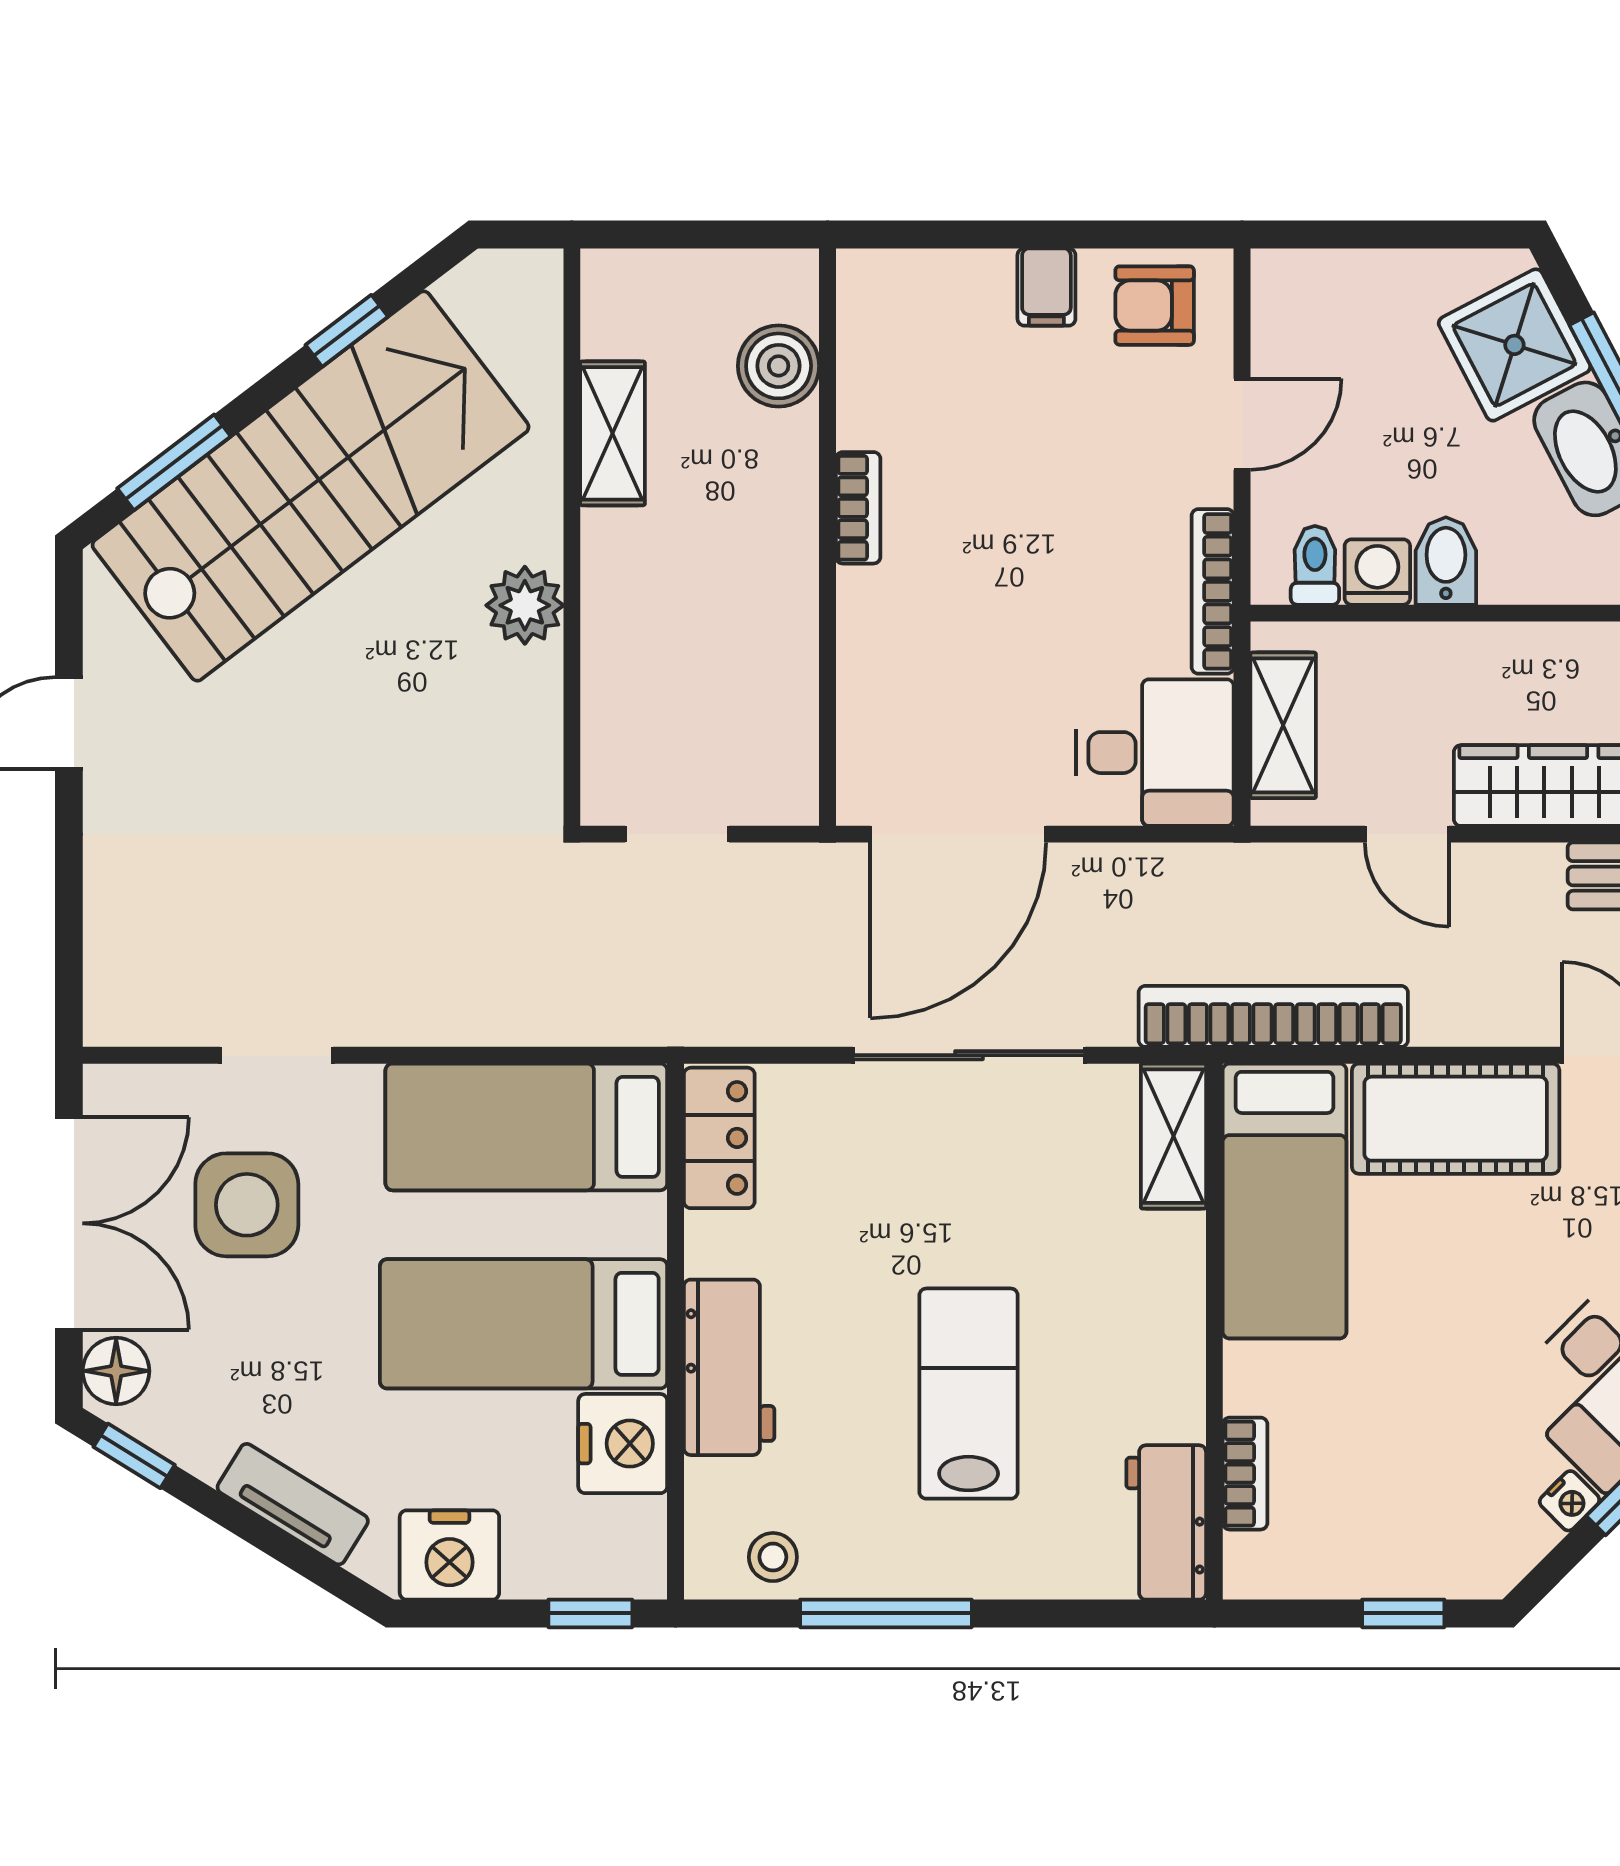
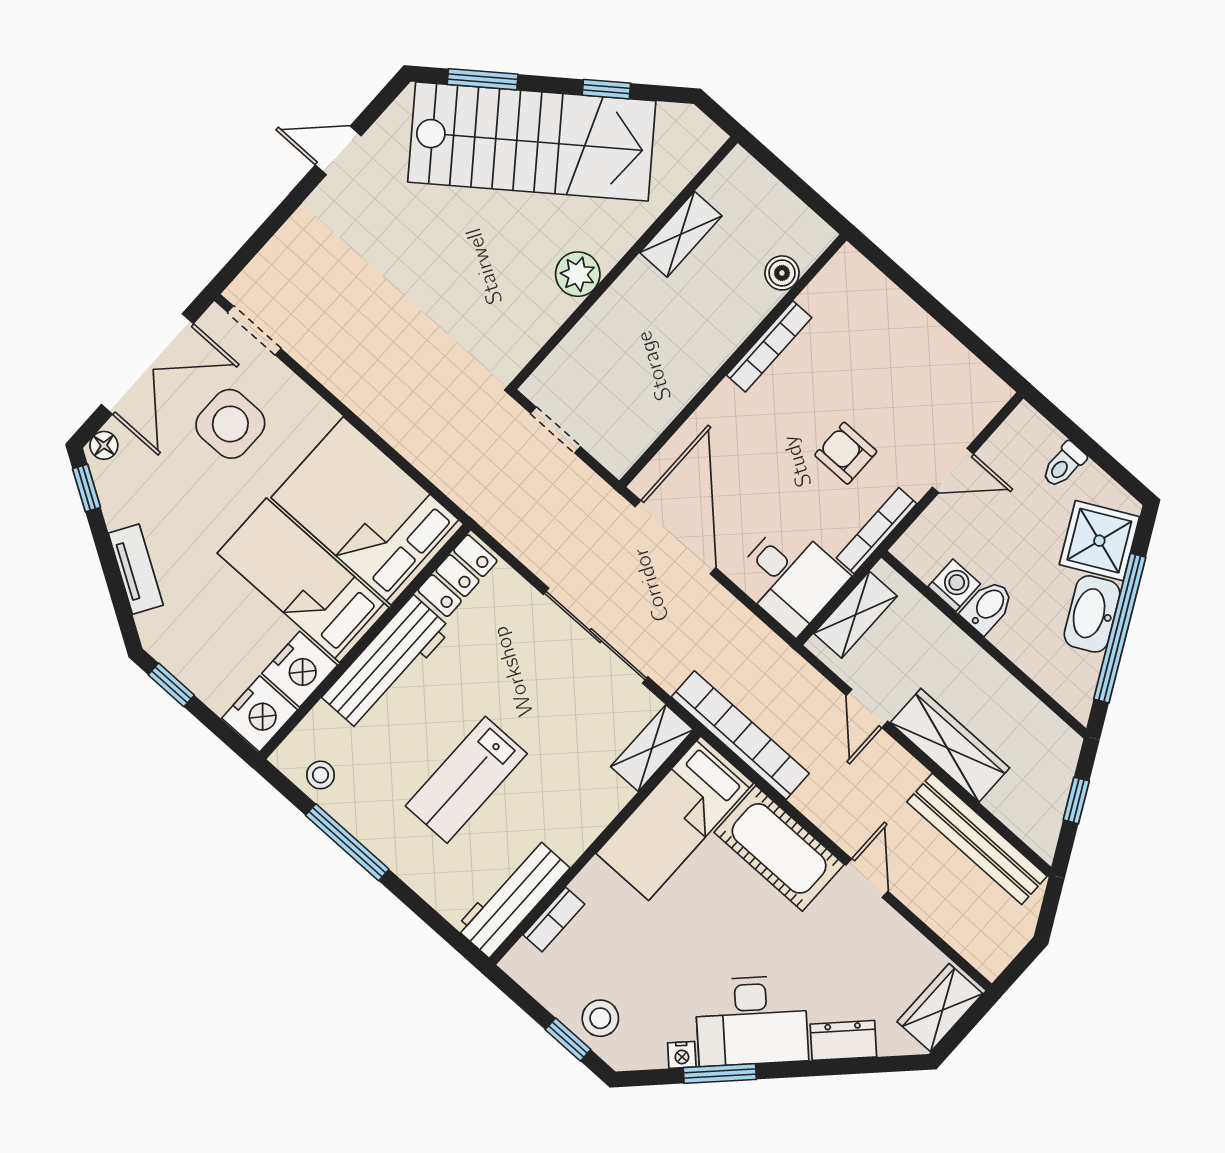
filing cabinet: (1046, 287) -> (922, 337), removed
armchair: (1155, 306) -> (846, 453), moved
boiler: (779, 366) -> (782, 273), width x0.73, depth x0.73
bookcase: (858, 508) -> (769, 346), width x1.56
toilet: (1315, 565) -> (1064, 465), moved, turned 180
door: (958, 834) -> (675, 537), swing flipped
doorway: (277, 1055) -> (254, 330), moved
bed: (526, 1127) -> (367, 511), width x1.50
workbench: (729, 1367) -> (387, 663), width x1.38
floor lamp: (116, 1371) -> (104, 445), width x0.73, depth x0.73
lab bench: (969, 1394) -> (466, 780), turned 180
workbench: (1166, 1522) -> (513, 898), width x1.38
stool: (1421, 1548) -> (600, 1018), added
nightstand: (449, 1555) -> (260, 714), moved, turned -90
window: (590, 1613) -> (171, 685), moved

